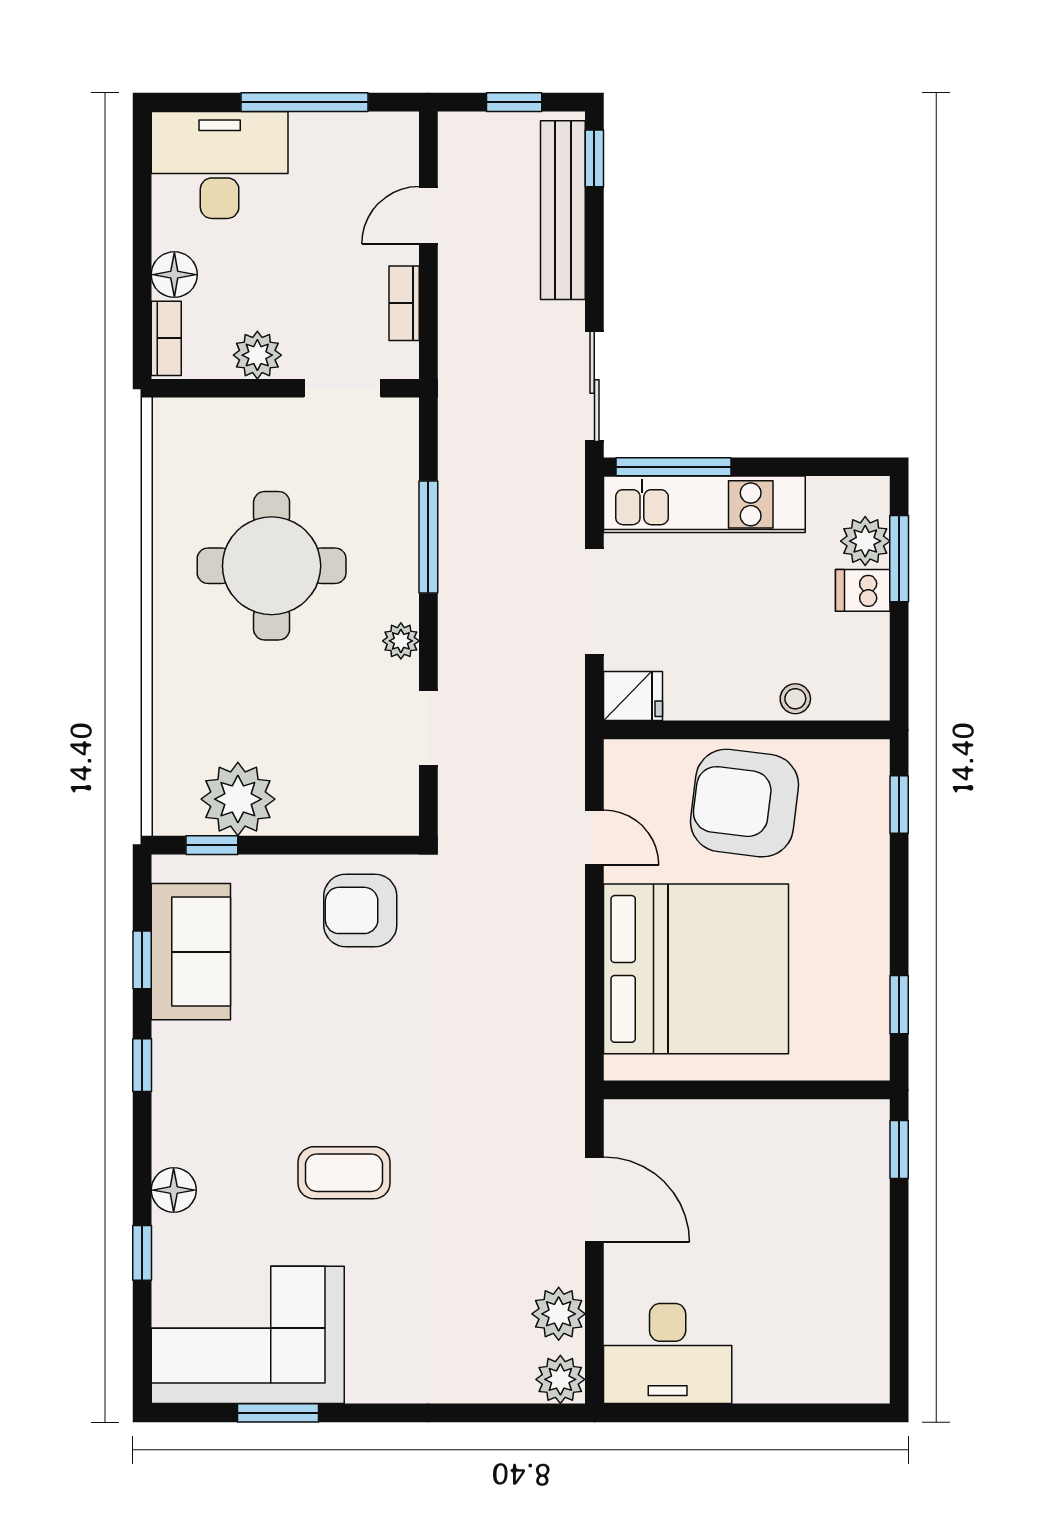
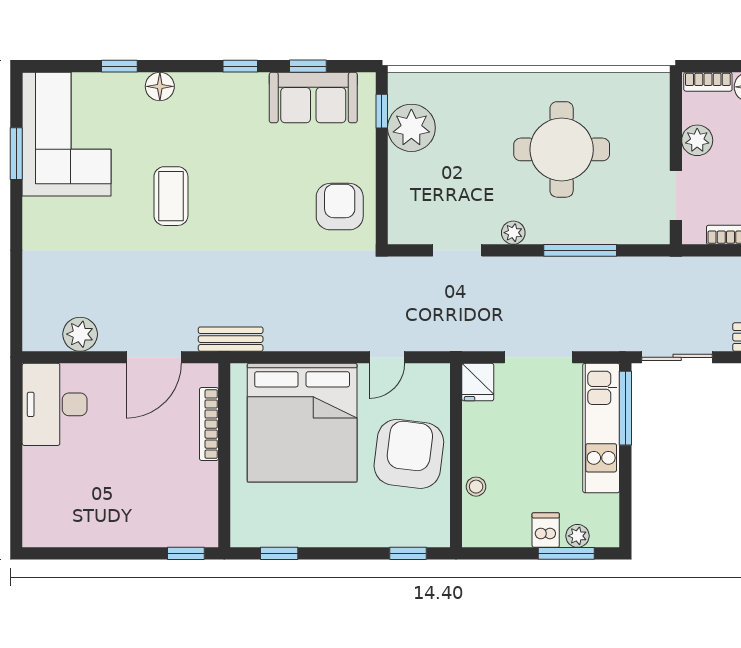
plant: (865, 541) -> (577, 536), width x0.73, depth x0.73
bench: (566, 1080) -> (231, 339), added
bookcase: (698, 1114) -> (209, 424), added
plant: (560, 1379) -> (38, 335), removed

